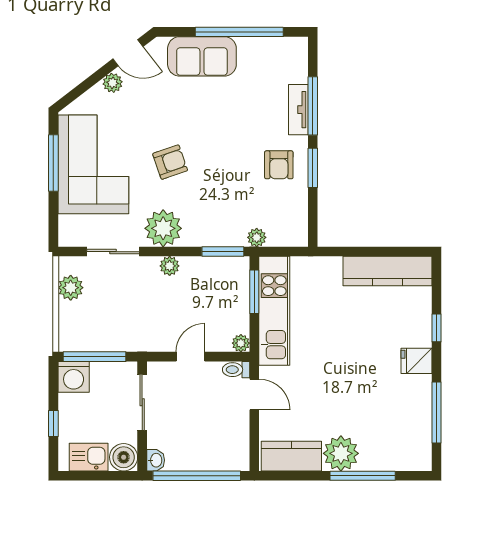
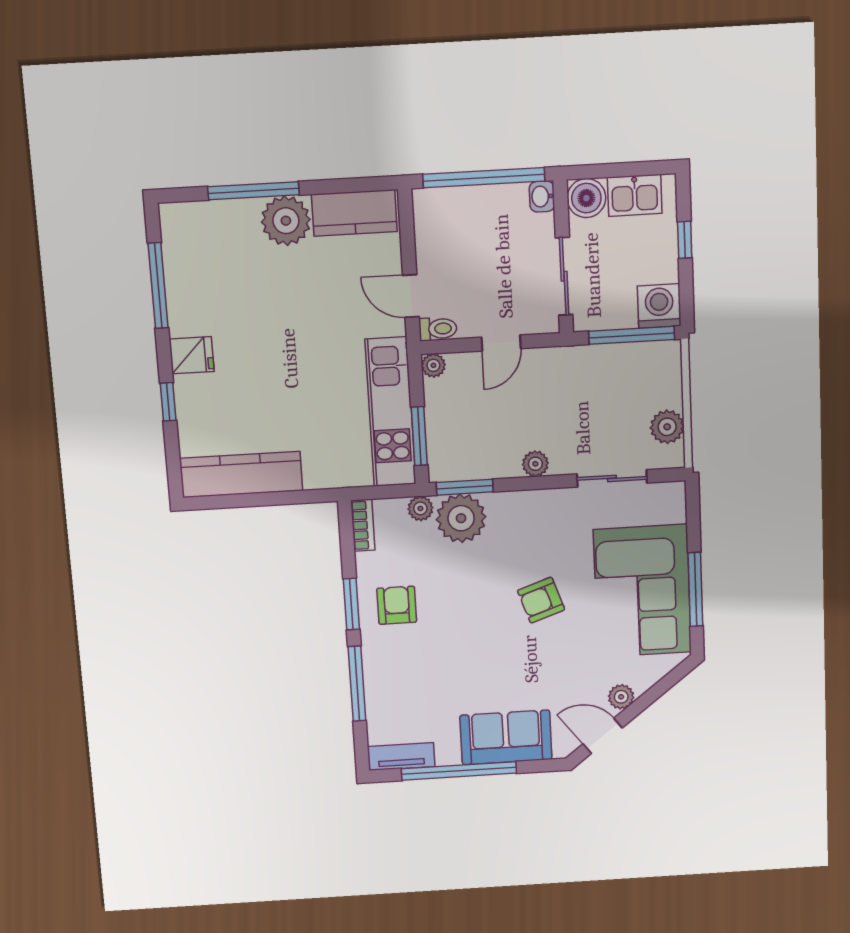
tv unit: (298, 110) -> (401, 756), moved, turned -90
bookcase: (300, 227) -> (363, 525), added
plant: (163, 228) -> (461, 518), moved

